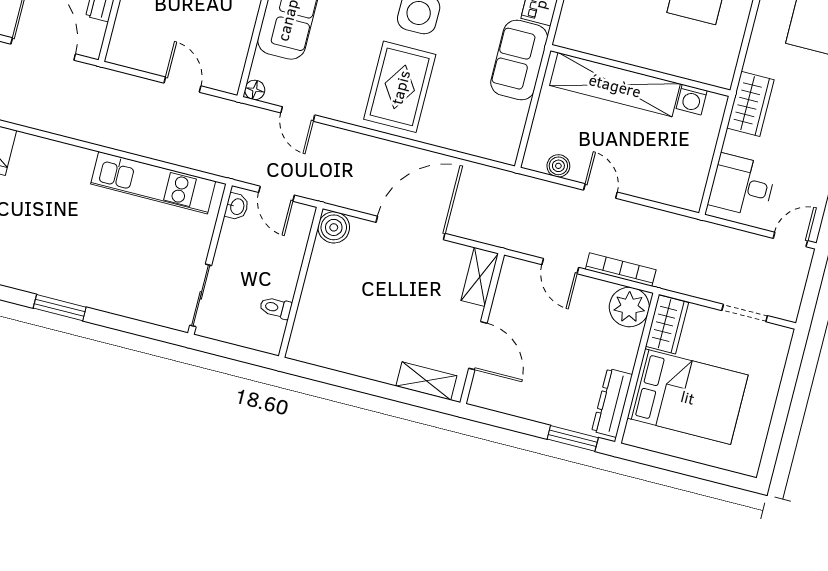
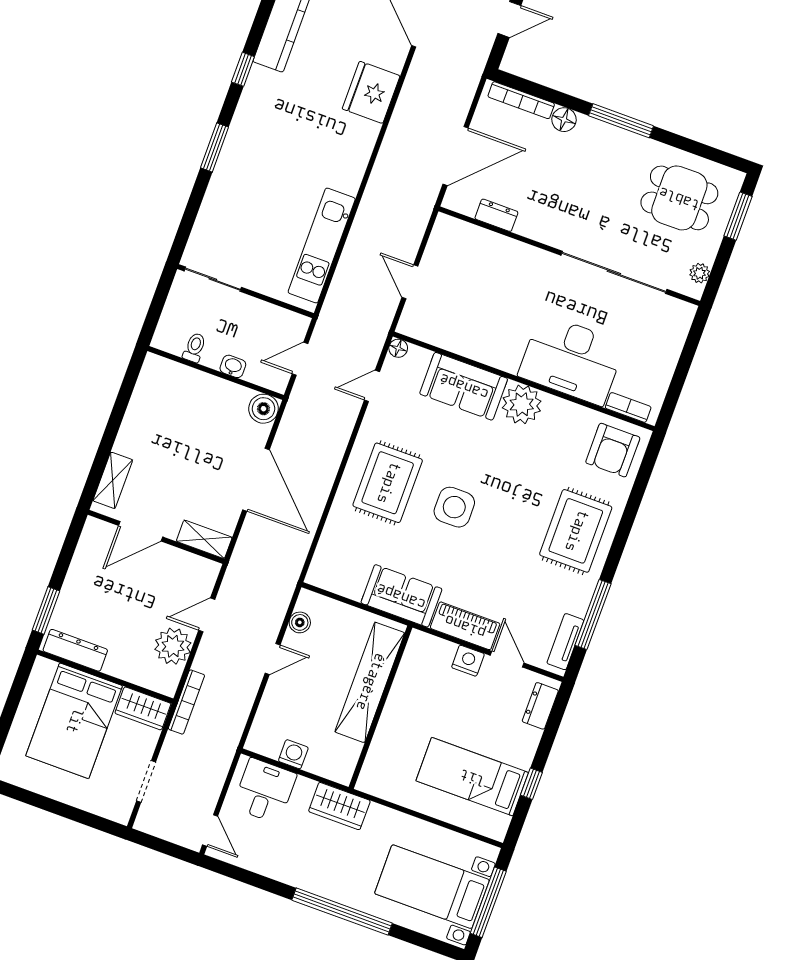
door: (182, 85) -> (410, 282), swing flipped
rug: (400, 87) -> (388, 483), turned 90
washing machine: (692, 100) -> (293, 754), moved, turned 90
washbasin: (237, 207) -> (233, 366), moved, turned 180
bookcase: (621, 270) -> (186, 702), moved
plant: (629, 307) -> (173, 646), moved

